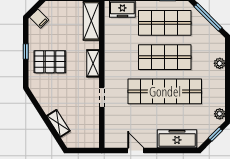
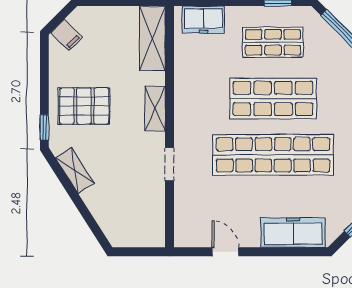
shop shelf: (165, 23) -> (273, 42), width x0.70, depth x0.74
window: (26, 51) -> (44, 127), moved
shelving: (58, 123) -> (75, 171), moved

